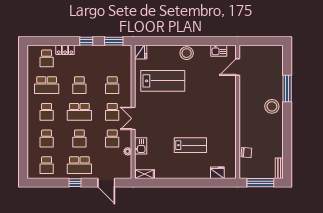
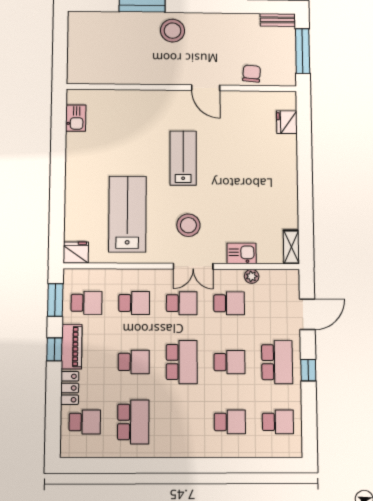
piano: (88, 51) -> (72, 347), added
stool: (187, 53) -> (188, 225), moved
door: (238, 67) -> (206, 88), moved
school desk: (47, 112) -> (86, 303), moved
lab bench: (190, 145) -> (183, 158), moved

